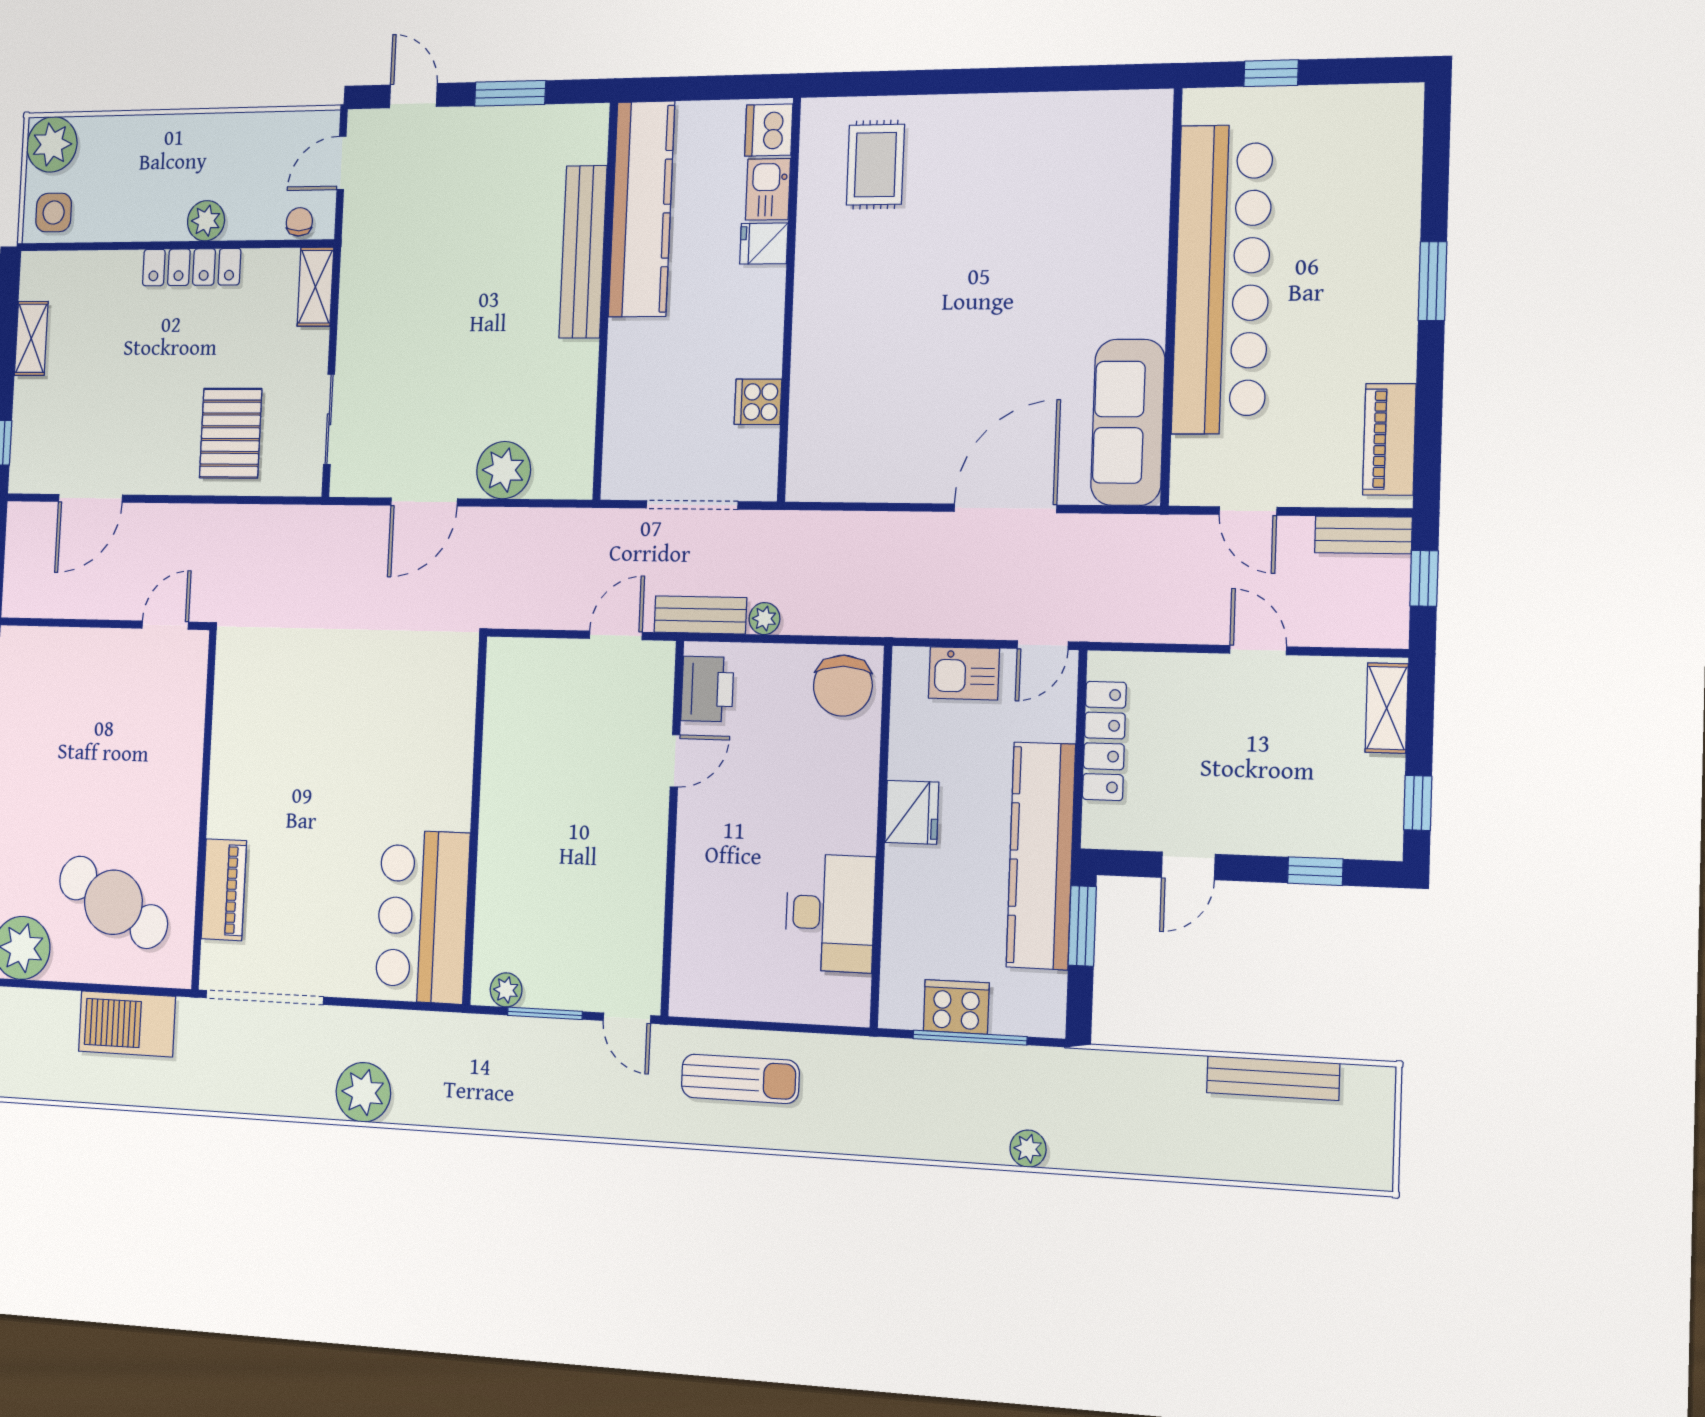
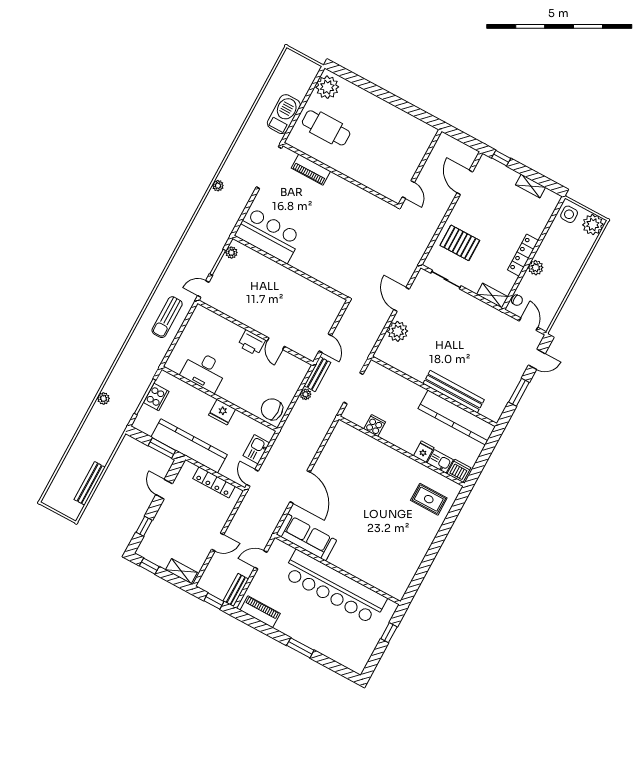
printer: (707, 689) -> (252, 343), moved
cafe table: (113, 902) -> (326, 128), turned 61
plant: (363, 1092) -> (218, 186), width x0.53, depth x0.53

